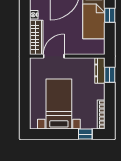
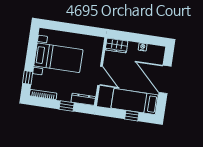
wardrobe: (36, 37) -> (117, 45), width x0.67
door: (54, 56) -> (100, 76), moved
window: (110, 75) -> (67, 106), moved

